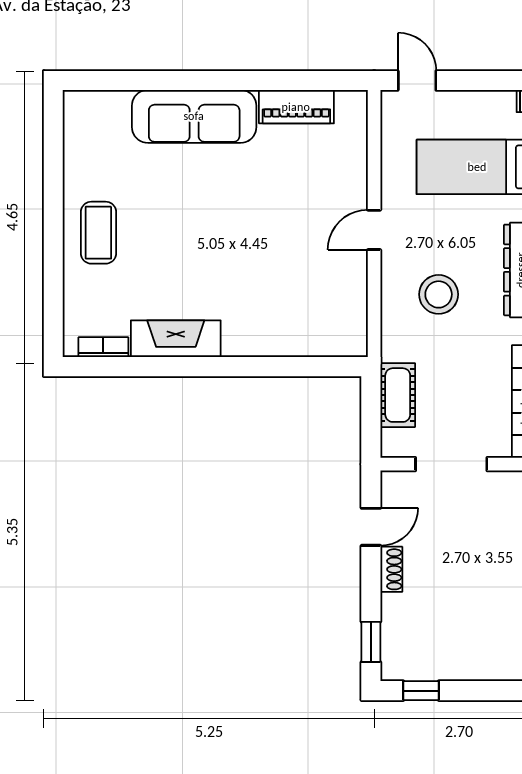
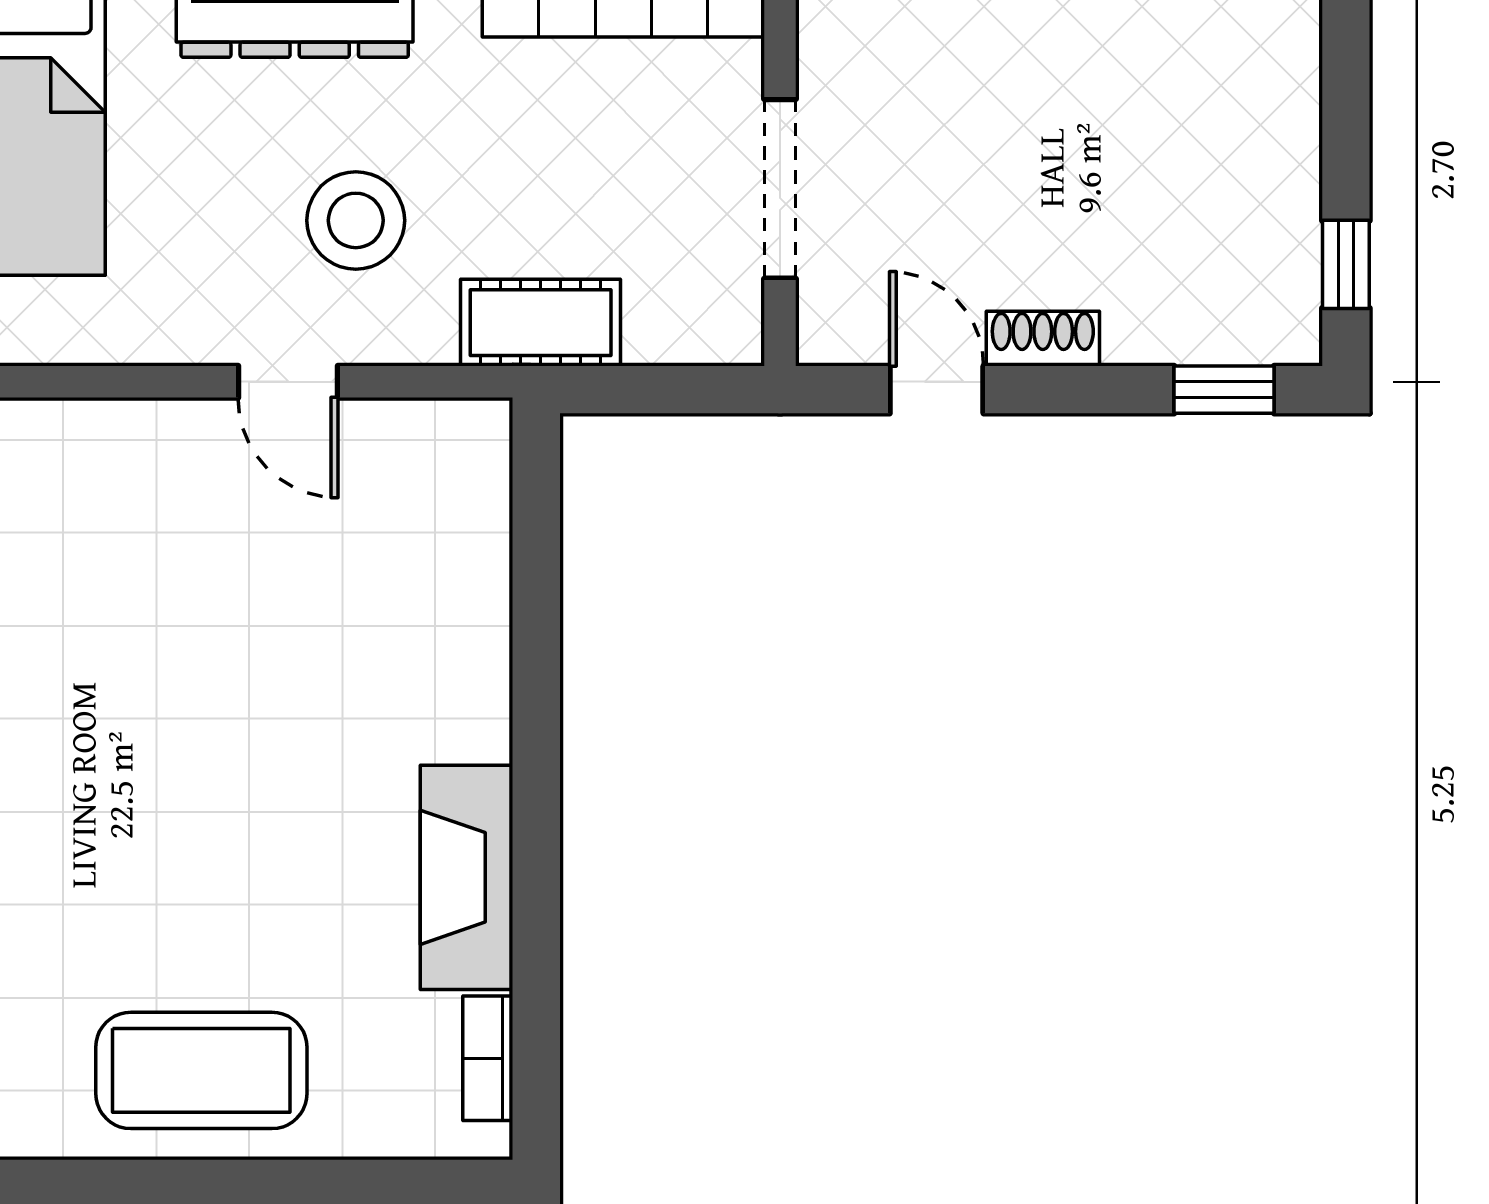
door: (374, 230) -> (288, 382), moved
coffee table: (98, 233) -> (201, 1070), width x1.36, depth x1.32
cot: (398, 395) -> (541, 323), moved

